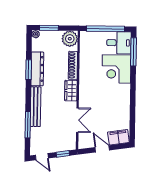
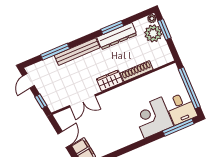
plant: (70, 39) -> (153, 33), moved

